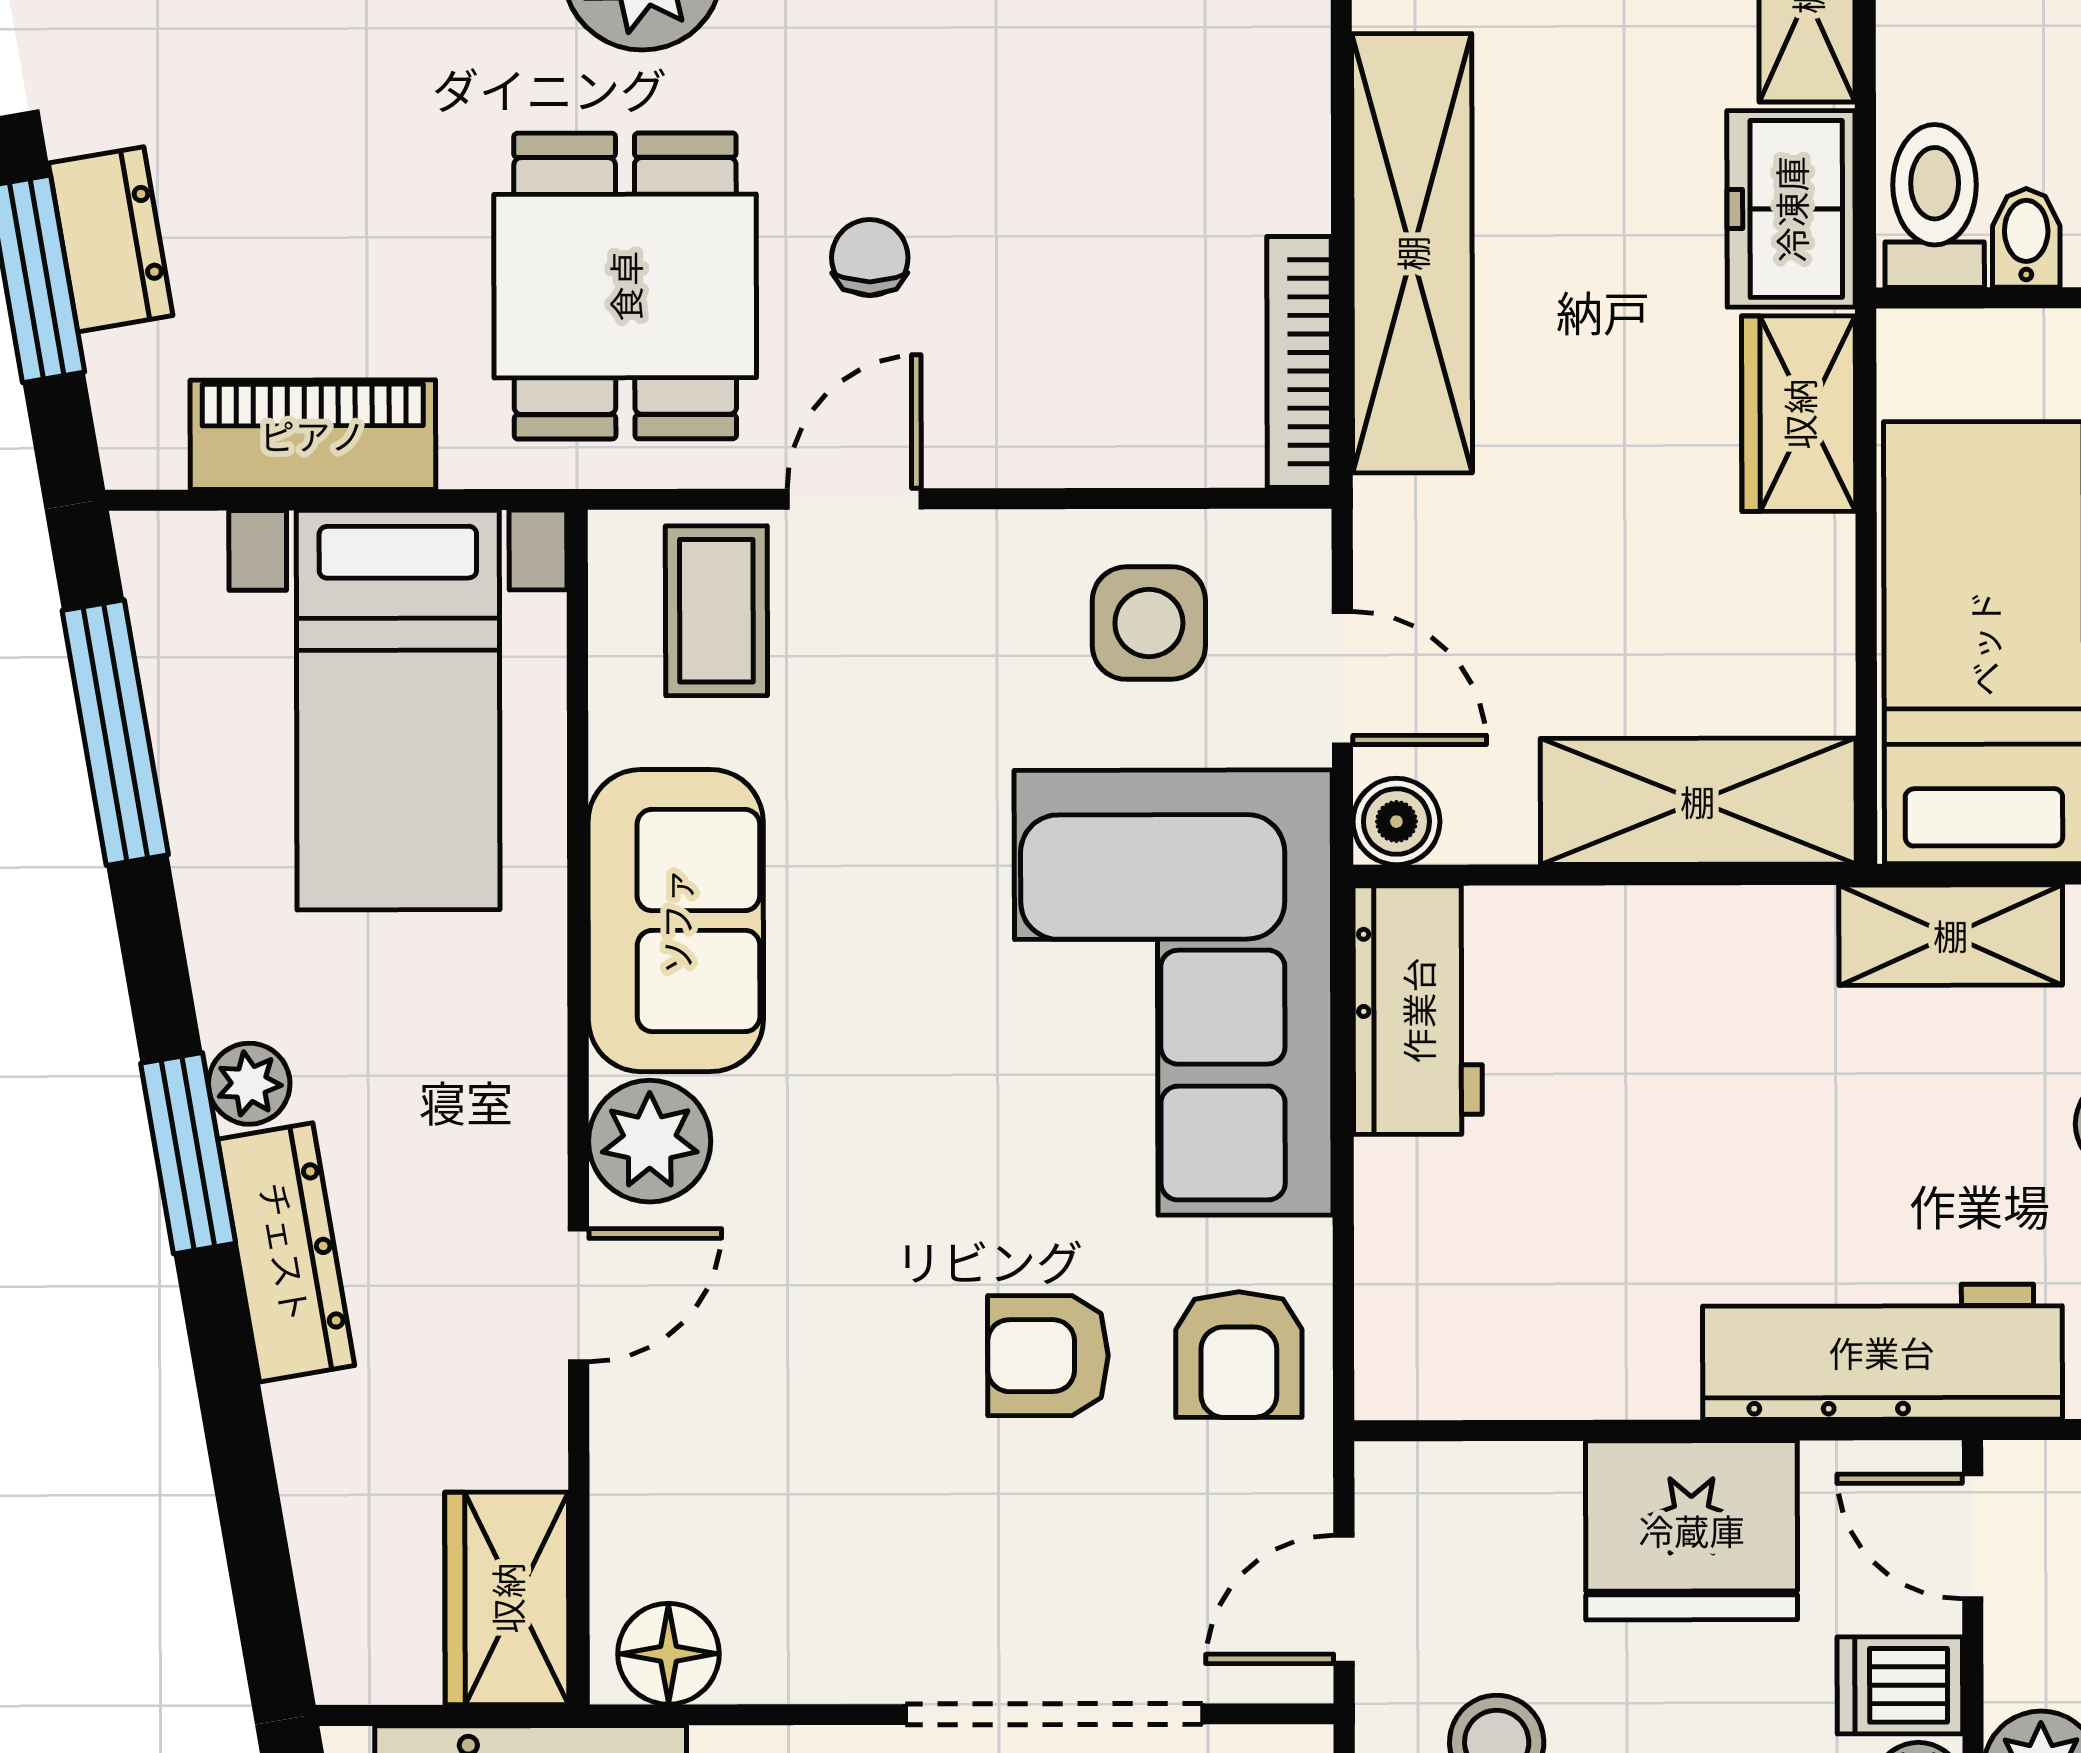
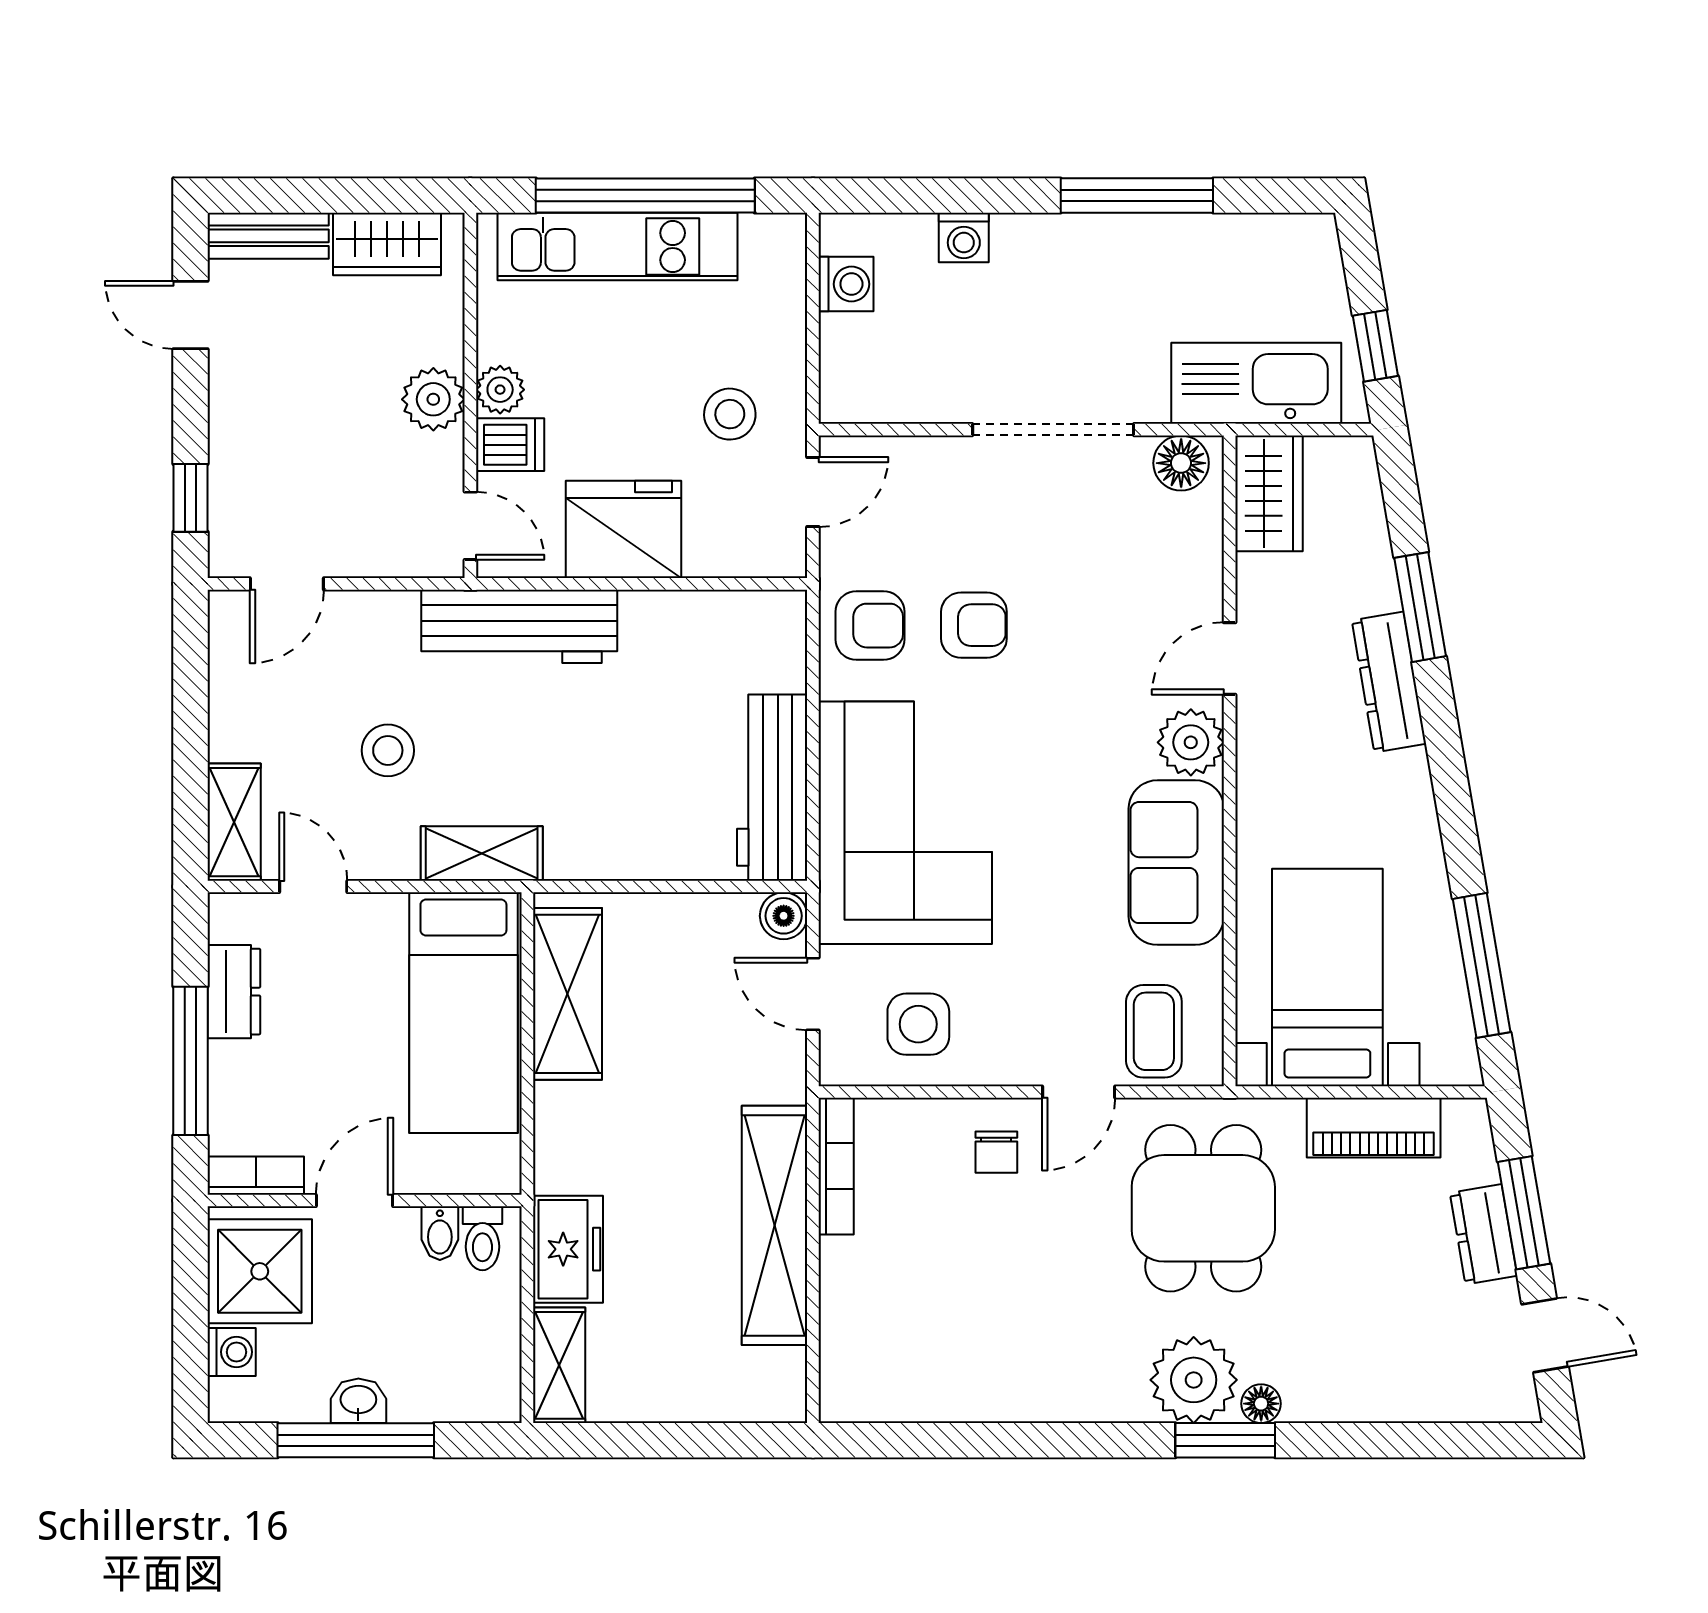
toilet: (1935, 206) -> (482, 1238), width x0.73, depth x0.72
chair: (870, 258) -> (996, 1152), moved
wardrobe: (1799, 414) -> (564, 1138), removed
shelving: (1698, 801) -> (567, 994), moved, turned 90
workbench: (1418, 1010) -> (772, 788), width x1.38
plant: (249, 1084) -> (1409, 774), removed
window: (188, 1153) -> (1420, 607), moved
armchair: (1239, 1355) -> (870, 626), turned 90
doorway: (1054, 1714) -> (1053, 430), moved

